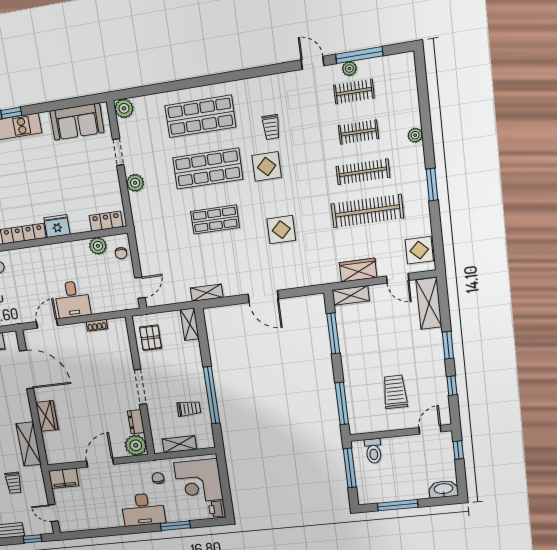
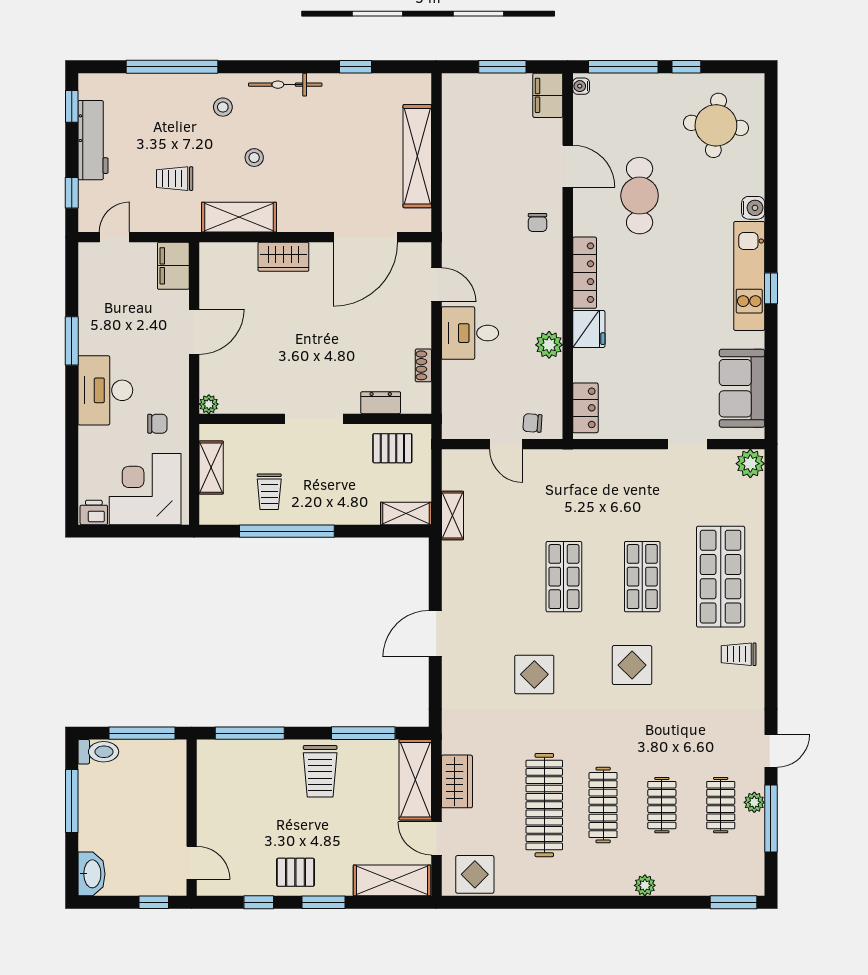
trolley: (271, 127) -> (739, 654), moved
shop shelf: (208, 168) -> (642, 577), width x0.70, depth x0.74
plant: (135, 183) -> (637, 463), removed
window: (432, 185) -> (733, 902), moved
plant: (98, 246) -> (549, 345), moved
door: (398, 278) -> (436, 838), hinge flipped
door: (140, 288) -> (506, 444), moved
shelving: (207, 293) -> (452, 516), moved
shelving: (351, 295) -> (415, 780), width x1.50, depth x1.33
pallet: (430, 365) -> (295, 872), added
trolley: (395, 392) -> (320, 771), moved, turned 90
dresser: (136, 422) -> (381, 403), moved
plant: (136, 445) -> (209, 404), width x0.53, depth x0.53
toilet: (373, 451) -> (98, 752), moved, turned 180
door: (100, 463) -> (194, 332), hinge flipped
window: (175, 526) -> (72, 341), moved

